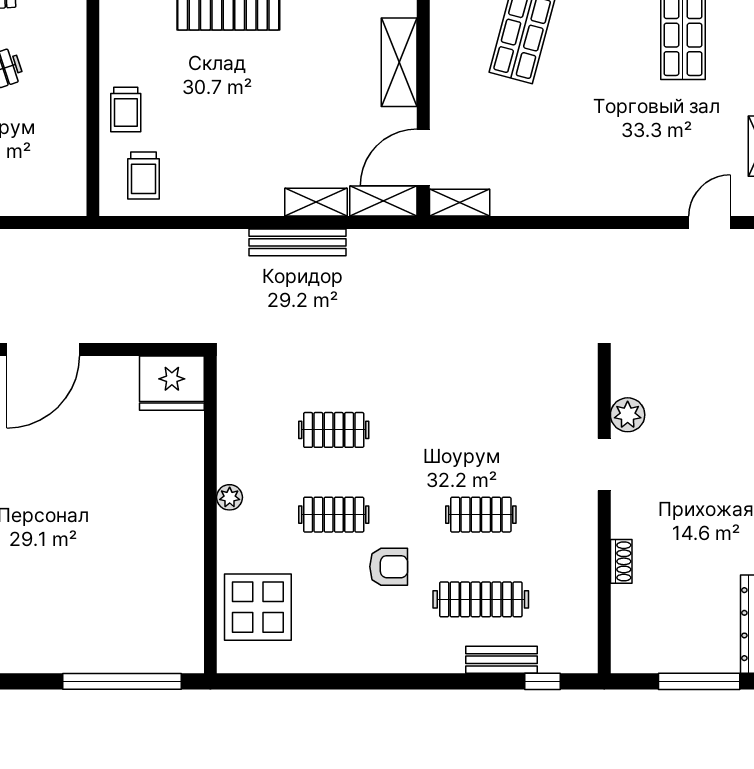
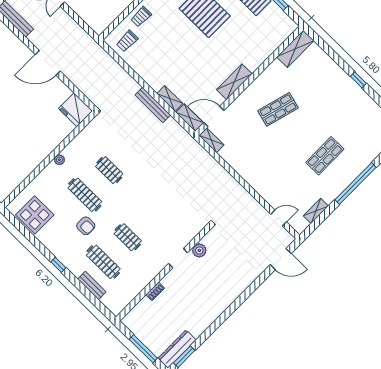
clothes rail: (334, 515) -> (85, 195), width x1.36
display table: (258, 607) -> (35, 215), moved
window: (543, 681) -> (58, 265), moved

